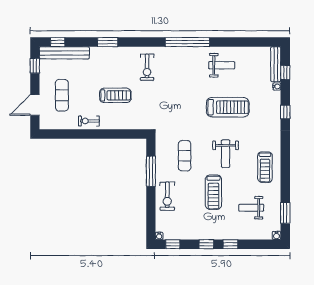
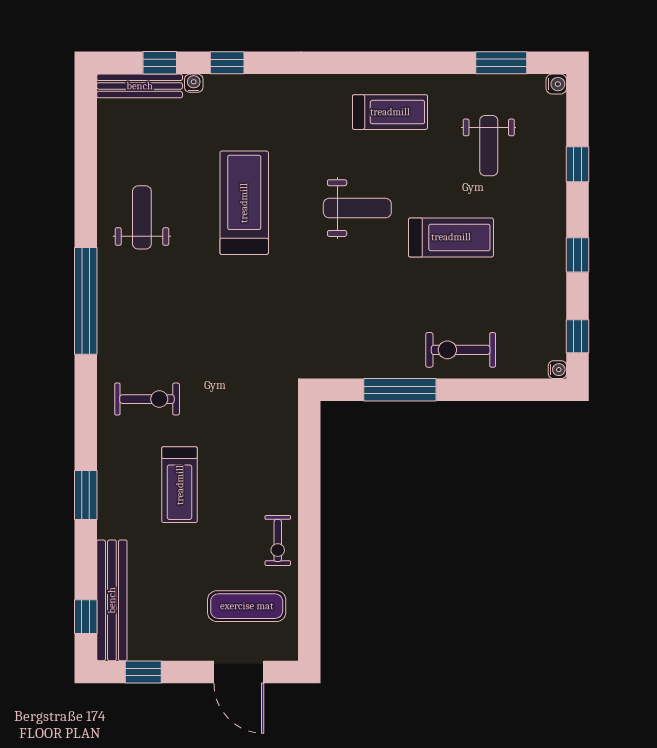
exercise mat: (62, 95) -> (247, 606), moved
treadmill: (115, 95) -> (180, 485), moved, turned 180
window: (285, 112) -> (227, 63), moved
exercise mat: (185, 156) -> (362, 308), removed
exercise bike: (167, 196) -> (461, 350), turned 180
window: (230, 244) -> (578, 164), moved

